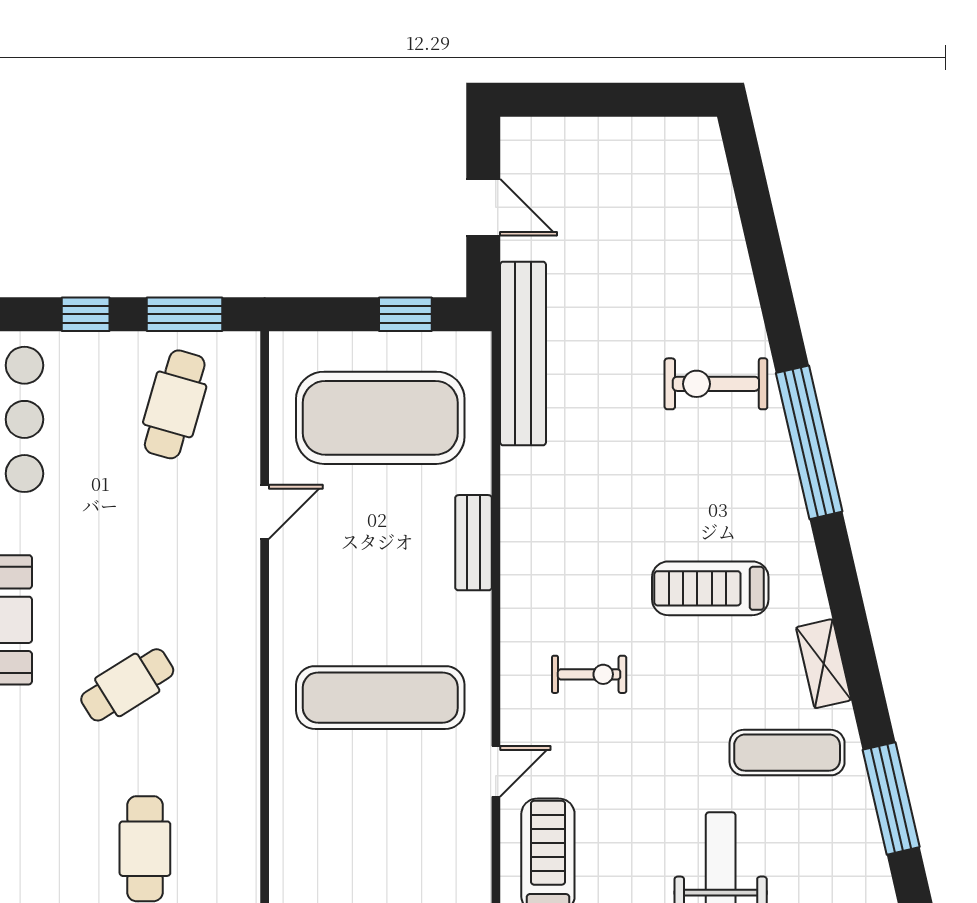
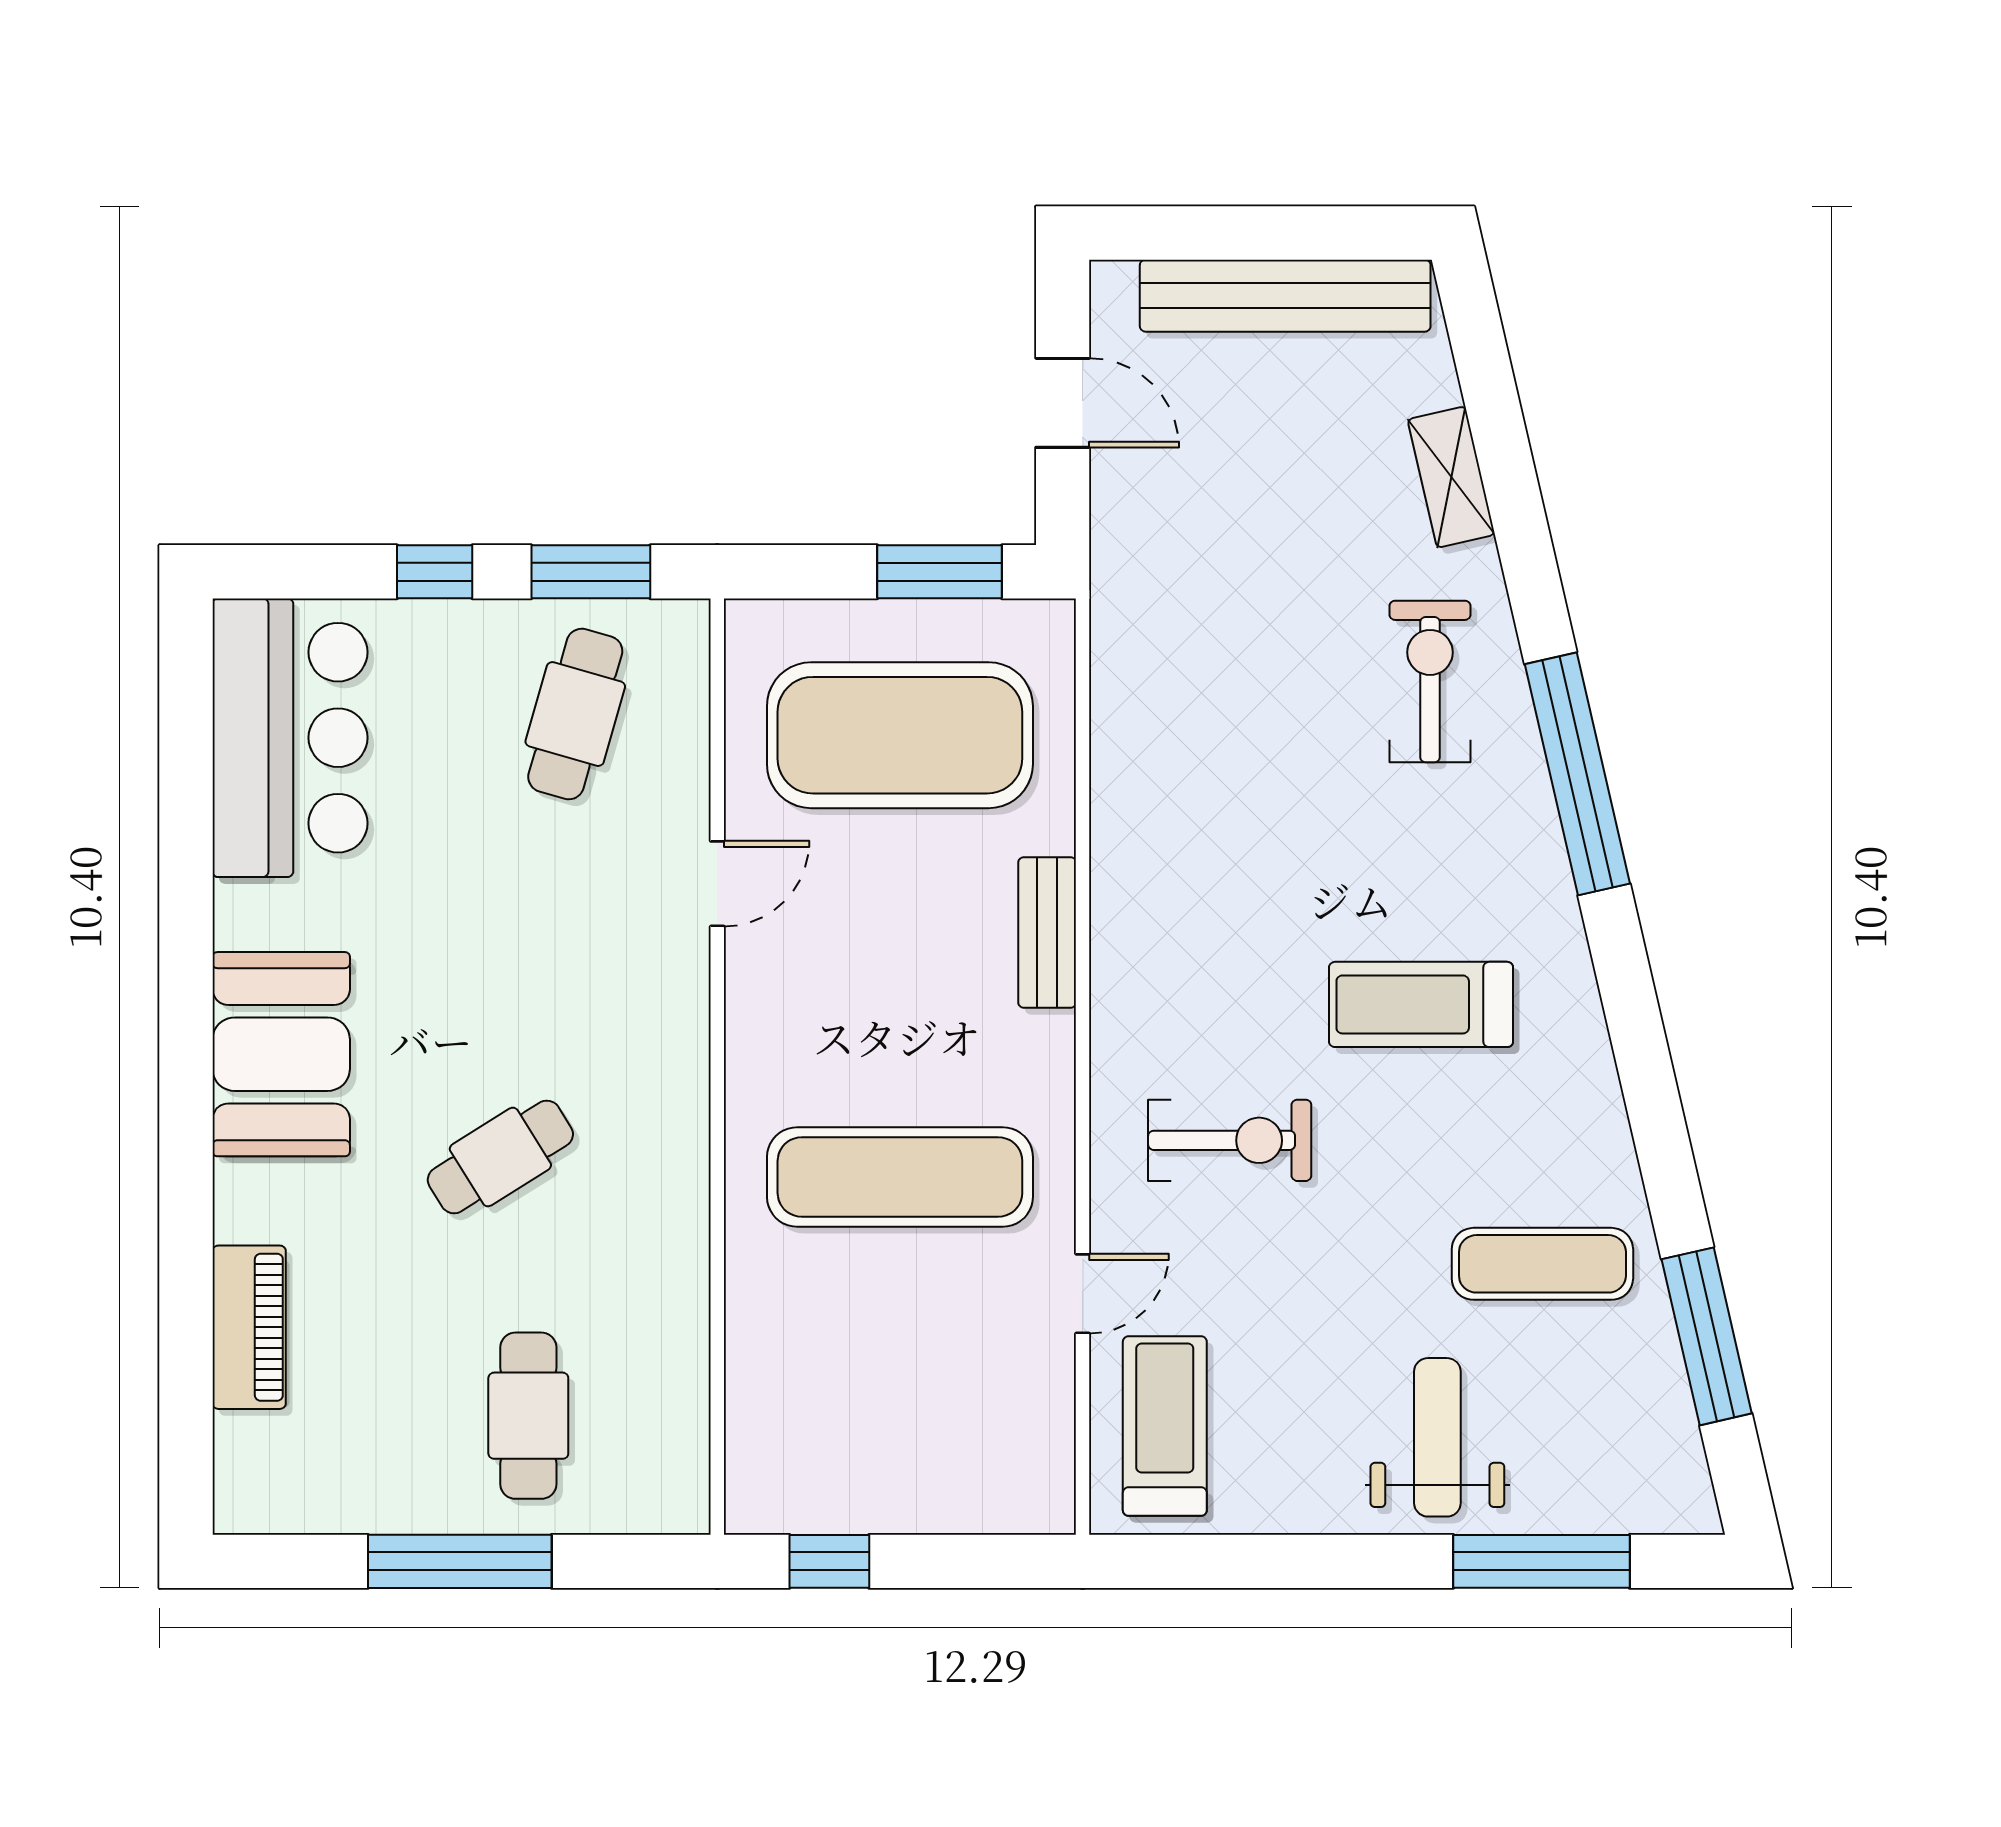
window: (405, 314) -> (940, 572), width x1.50
bench: (523, 353) -> (1285, 296), moved, turned 90
exercise bike: (716, 384) -> (1430, 682), turned 90
shelving: (824, 664) -> (1451, 477), moved
exercise bike: (589, 674) -> (1230, 1140), width x1.38, depth x1.39

